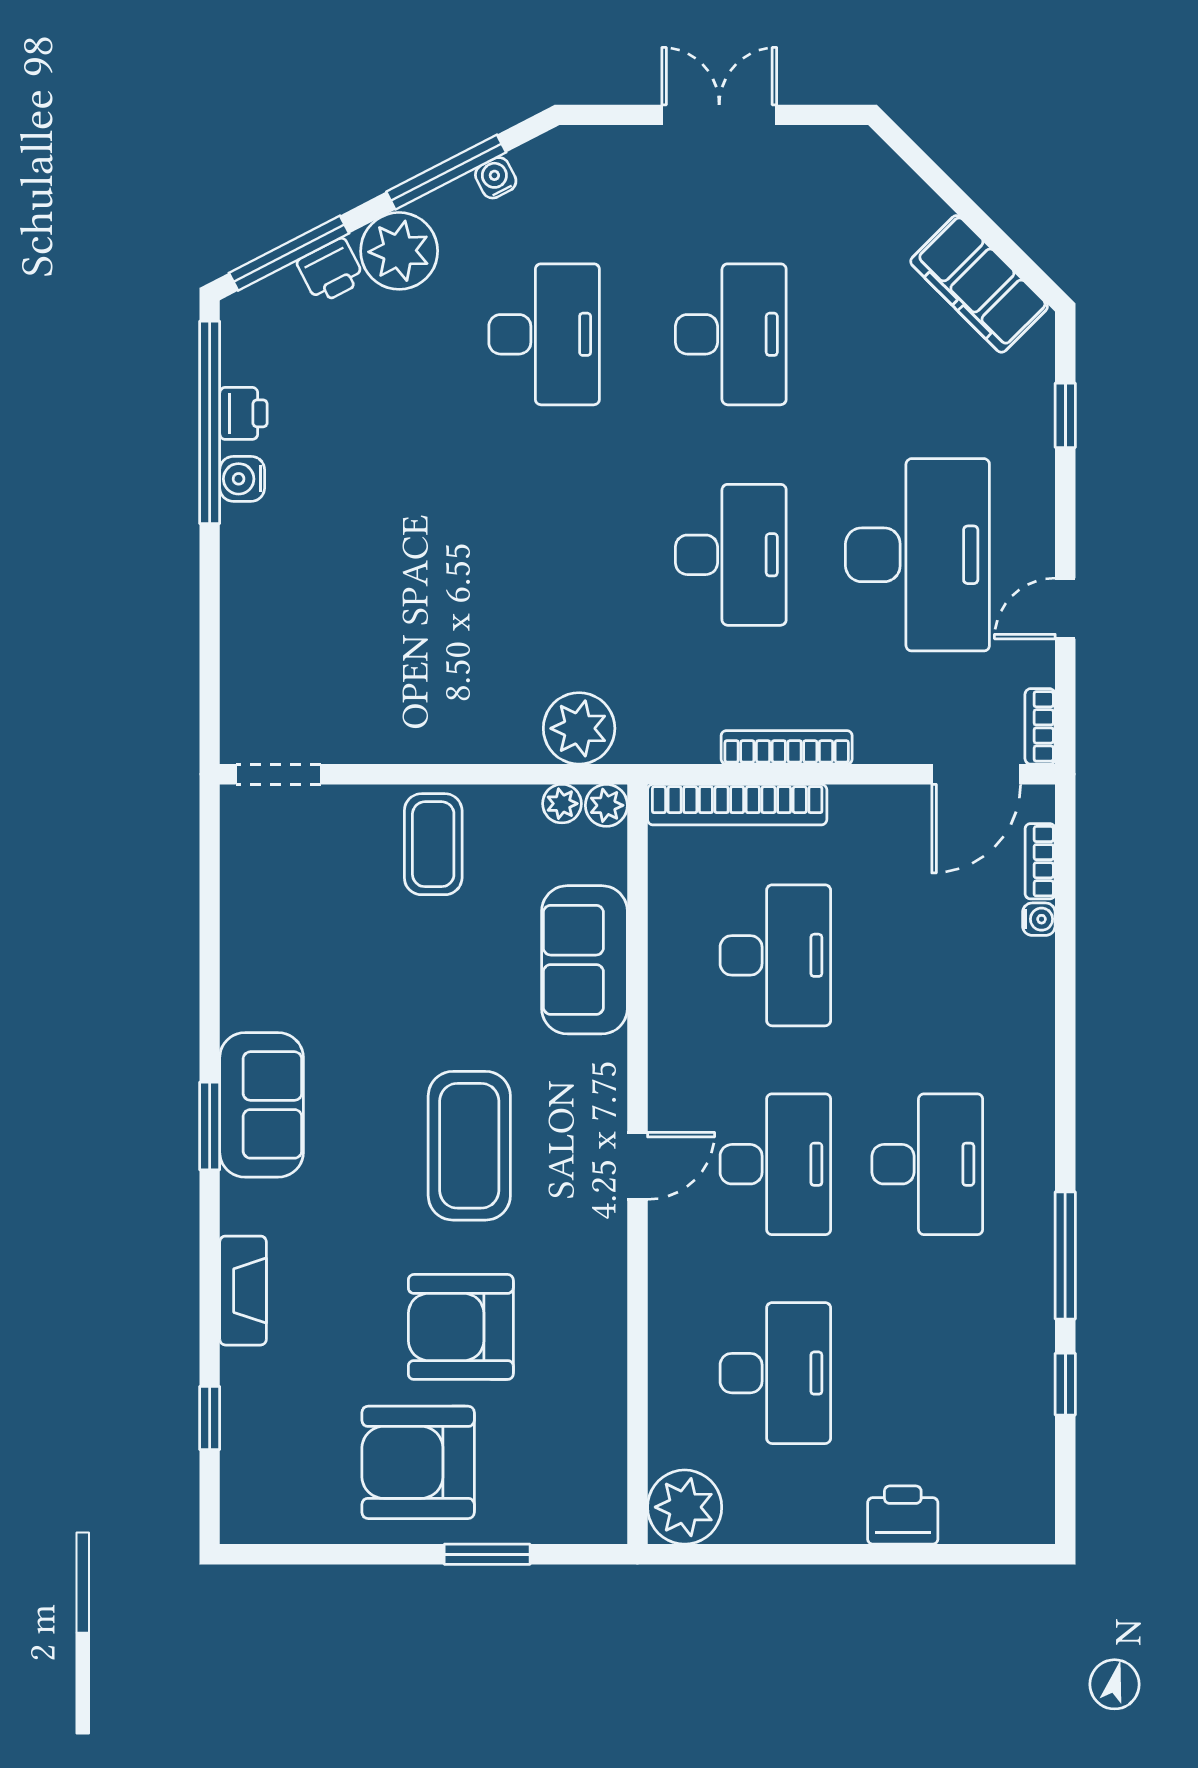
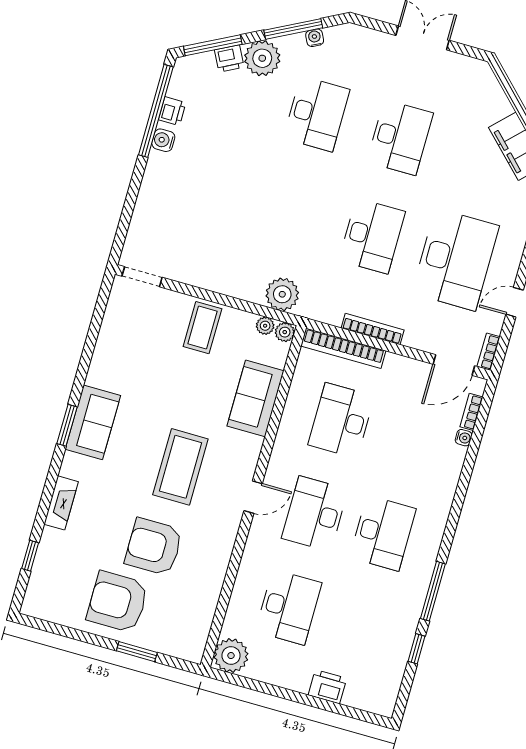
desk: (775, 955) -> (341, 421), turned 180
desk: (775, 1164) -> (315, 514), turned 180

